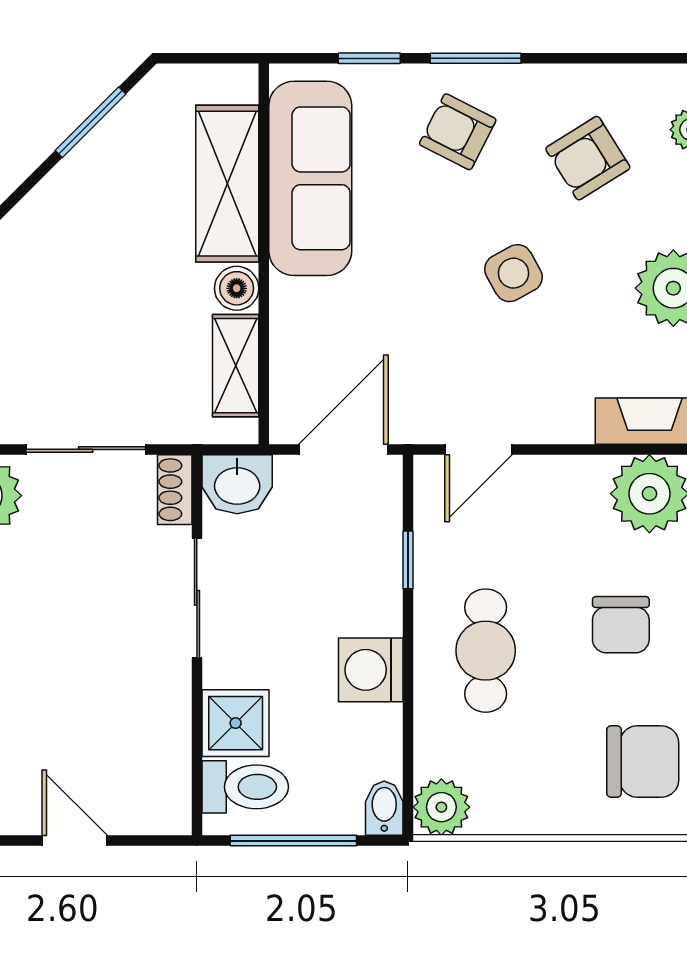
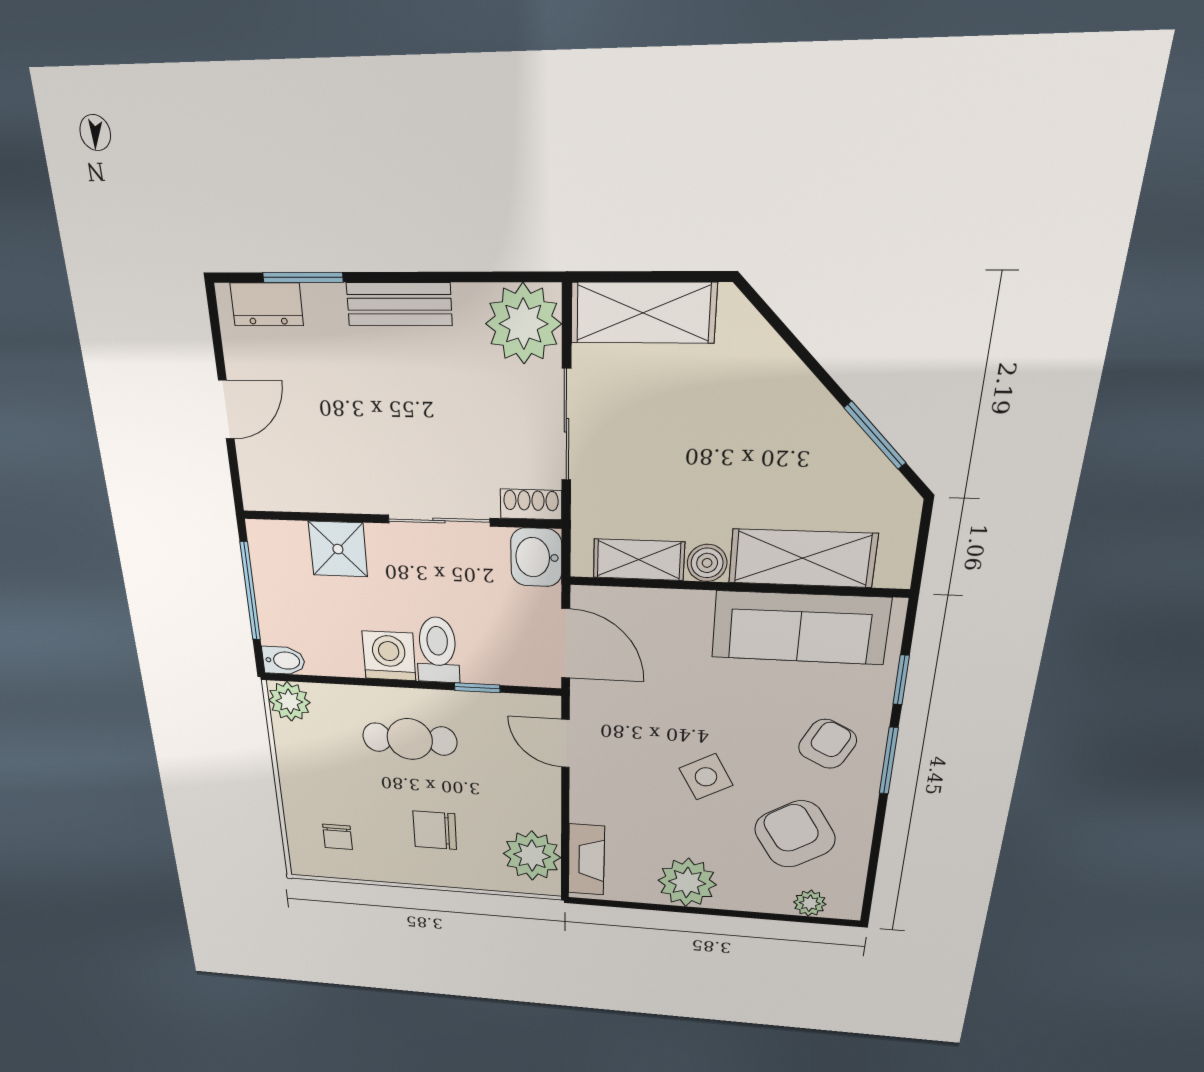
armchair: (588, 158) -> (795, 834), width x1.38, depth x1.38
chair: (643, 762) -> (338, 837), width x0.54, depth x0.54
toilet: (245, 787) -> (438, 650), moved, turned 180

